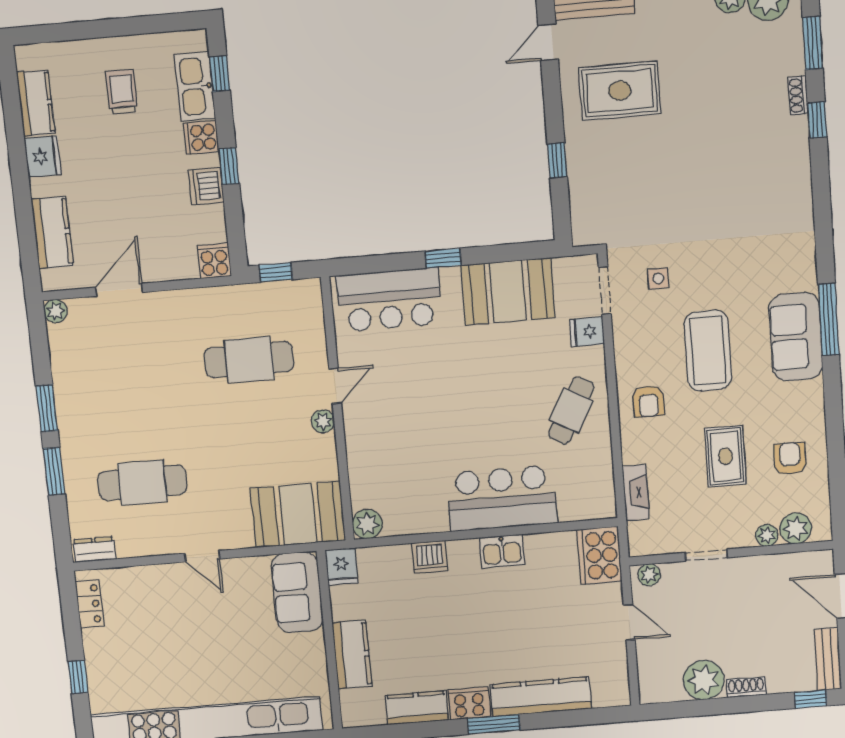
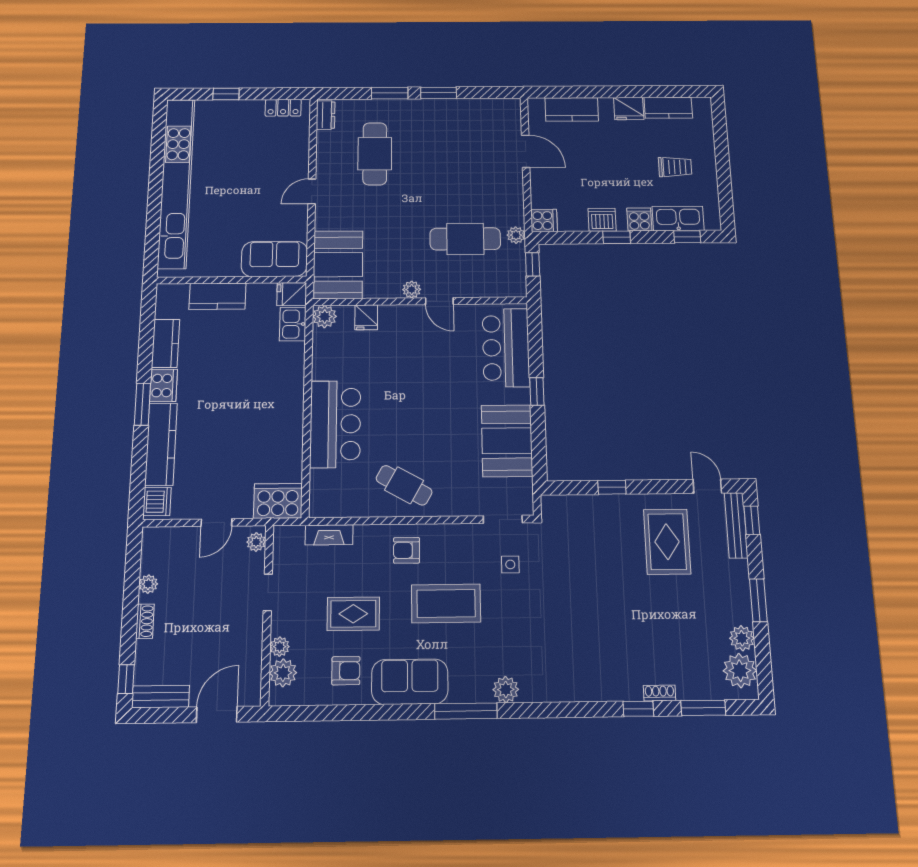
plant: (802, 275) -> (506, 690), added
plant: (56, 311) -> (516, 235), moved
fridge: (587, 332) -> (366, 317), moved, turned 180
sofa: (796, 337) -> (410, 682), moved
cafe table: (249, 360) -> (465, 239), turned 90
kitchen sink: (502, 551) -> (293, 324), moved
dishwasher: (430, 557) -> (157, 502), moved, turned 180
plant: (704, 680) -> (148, 584), width x0.53, depth x0.53

